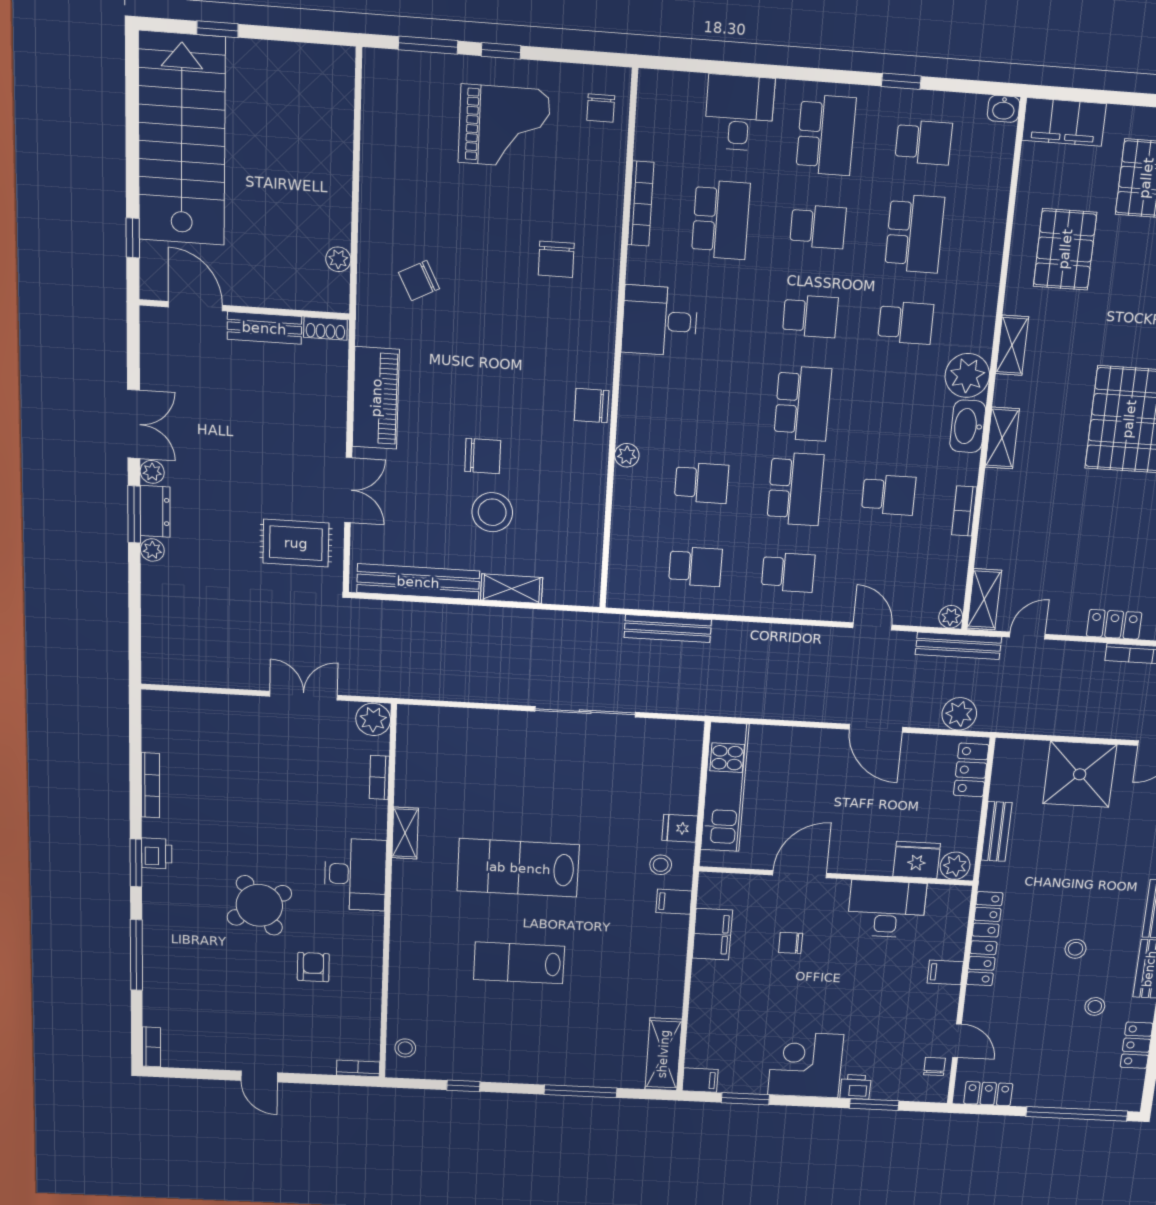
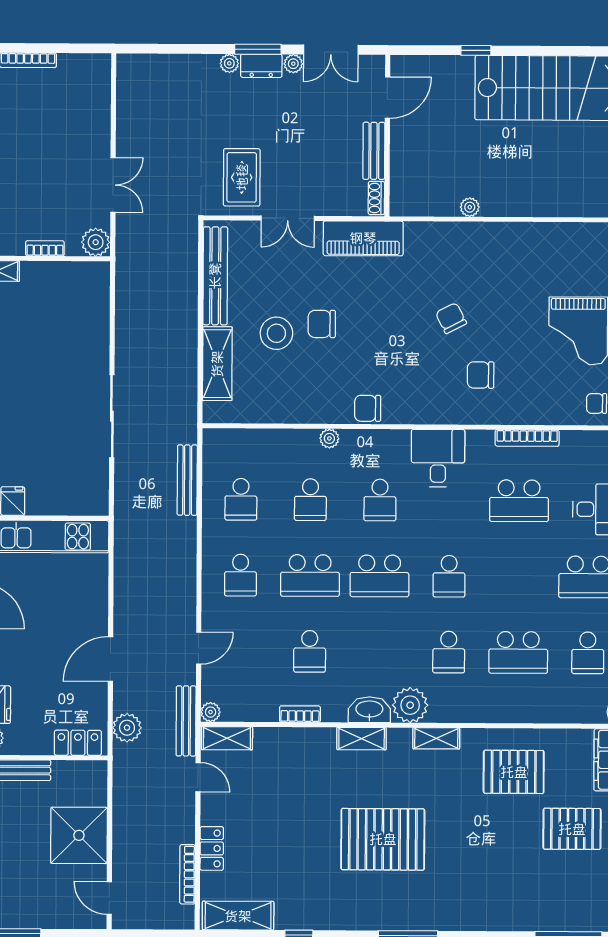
school desk: (818, 227) -> (380, 500), moved
chair: (419, 281) -> (451, 318), moved
door: (195, 306) -> (387, 98), moved
wall: (245, 309) -> (387, 136), moved
bench: (264, 328) -> (374, 151), moved
shoe rack: (325, 329) -> (376, 198), moved
chair: (592, 406) -> (368, 408), turned -90
chair: (483, 456) -> (322, 324), turned 90
shelving: (512, 589) -> (217, 364), width x1.50, depth x1.33

